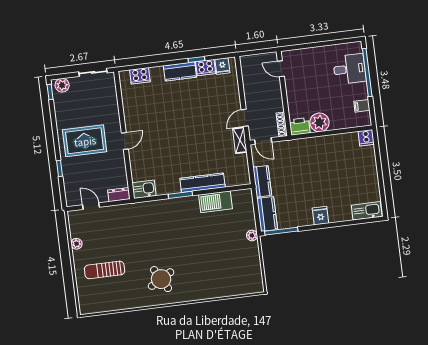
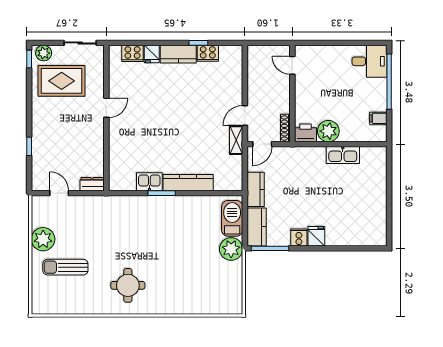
fridge: (222, 66) -> (152, 54), moved
desk: (349, 69) -> (370, 61), moved
cooker: (366, 138) -> (299, 237), moved, turned 180
rug: (85, 141) -> (62, 81), moved
door: (125, 141) -> (106, 108), moved
door: (263, 141) -> (262, 144), hinge flipped
kitchen sink: (144, 189) -> (149, 182), moved
barbecue: (216, 202) -> (232, 218), moved, turned 90
kitchen sink: (367, 211) -> (343, 155), moved, turned 180
plant: (252, 235) -> (231, 249), width x1.88, depth x1.88
plant: (76, 244) -> (43, 239), width x1.87, depth x1.87
round table: (161, 279) -> (128, 285), turned 30

